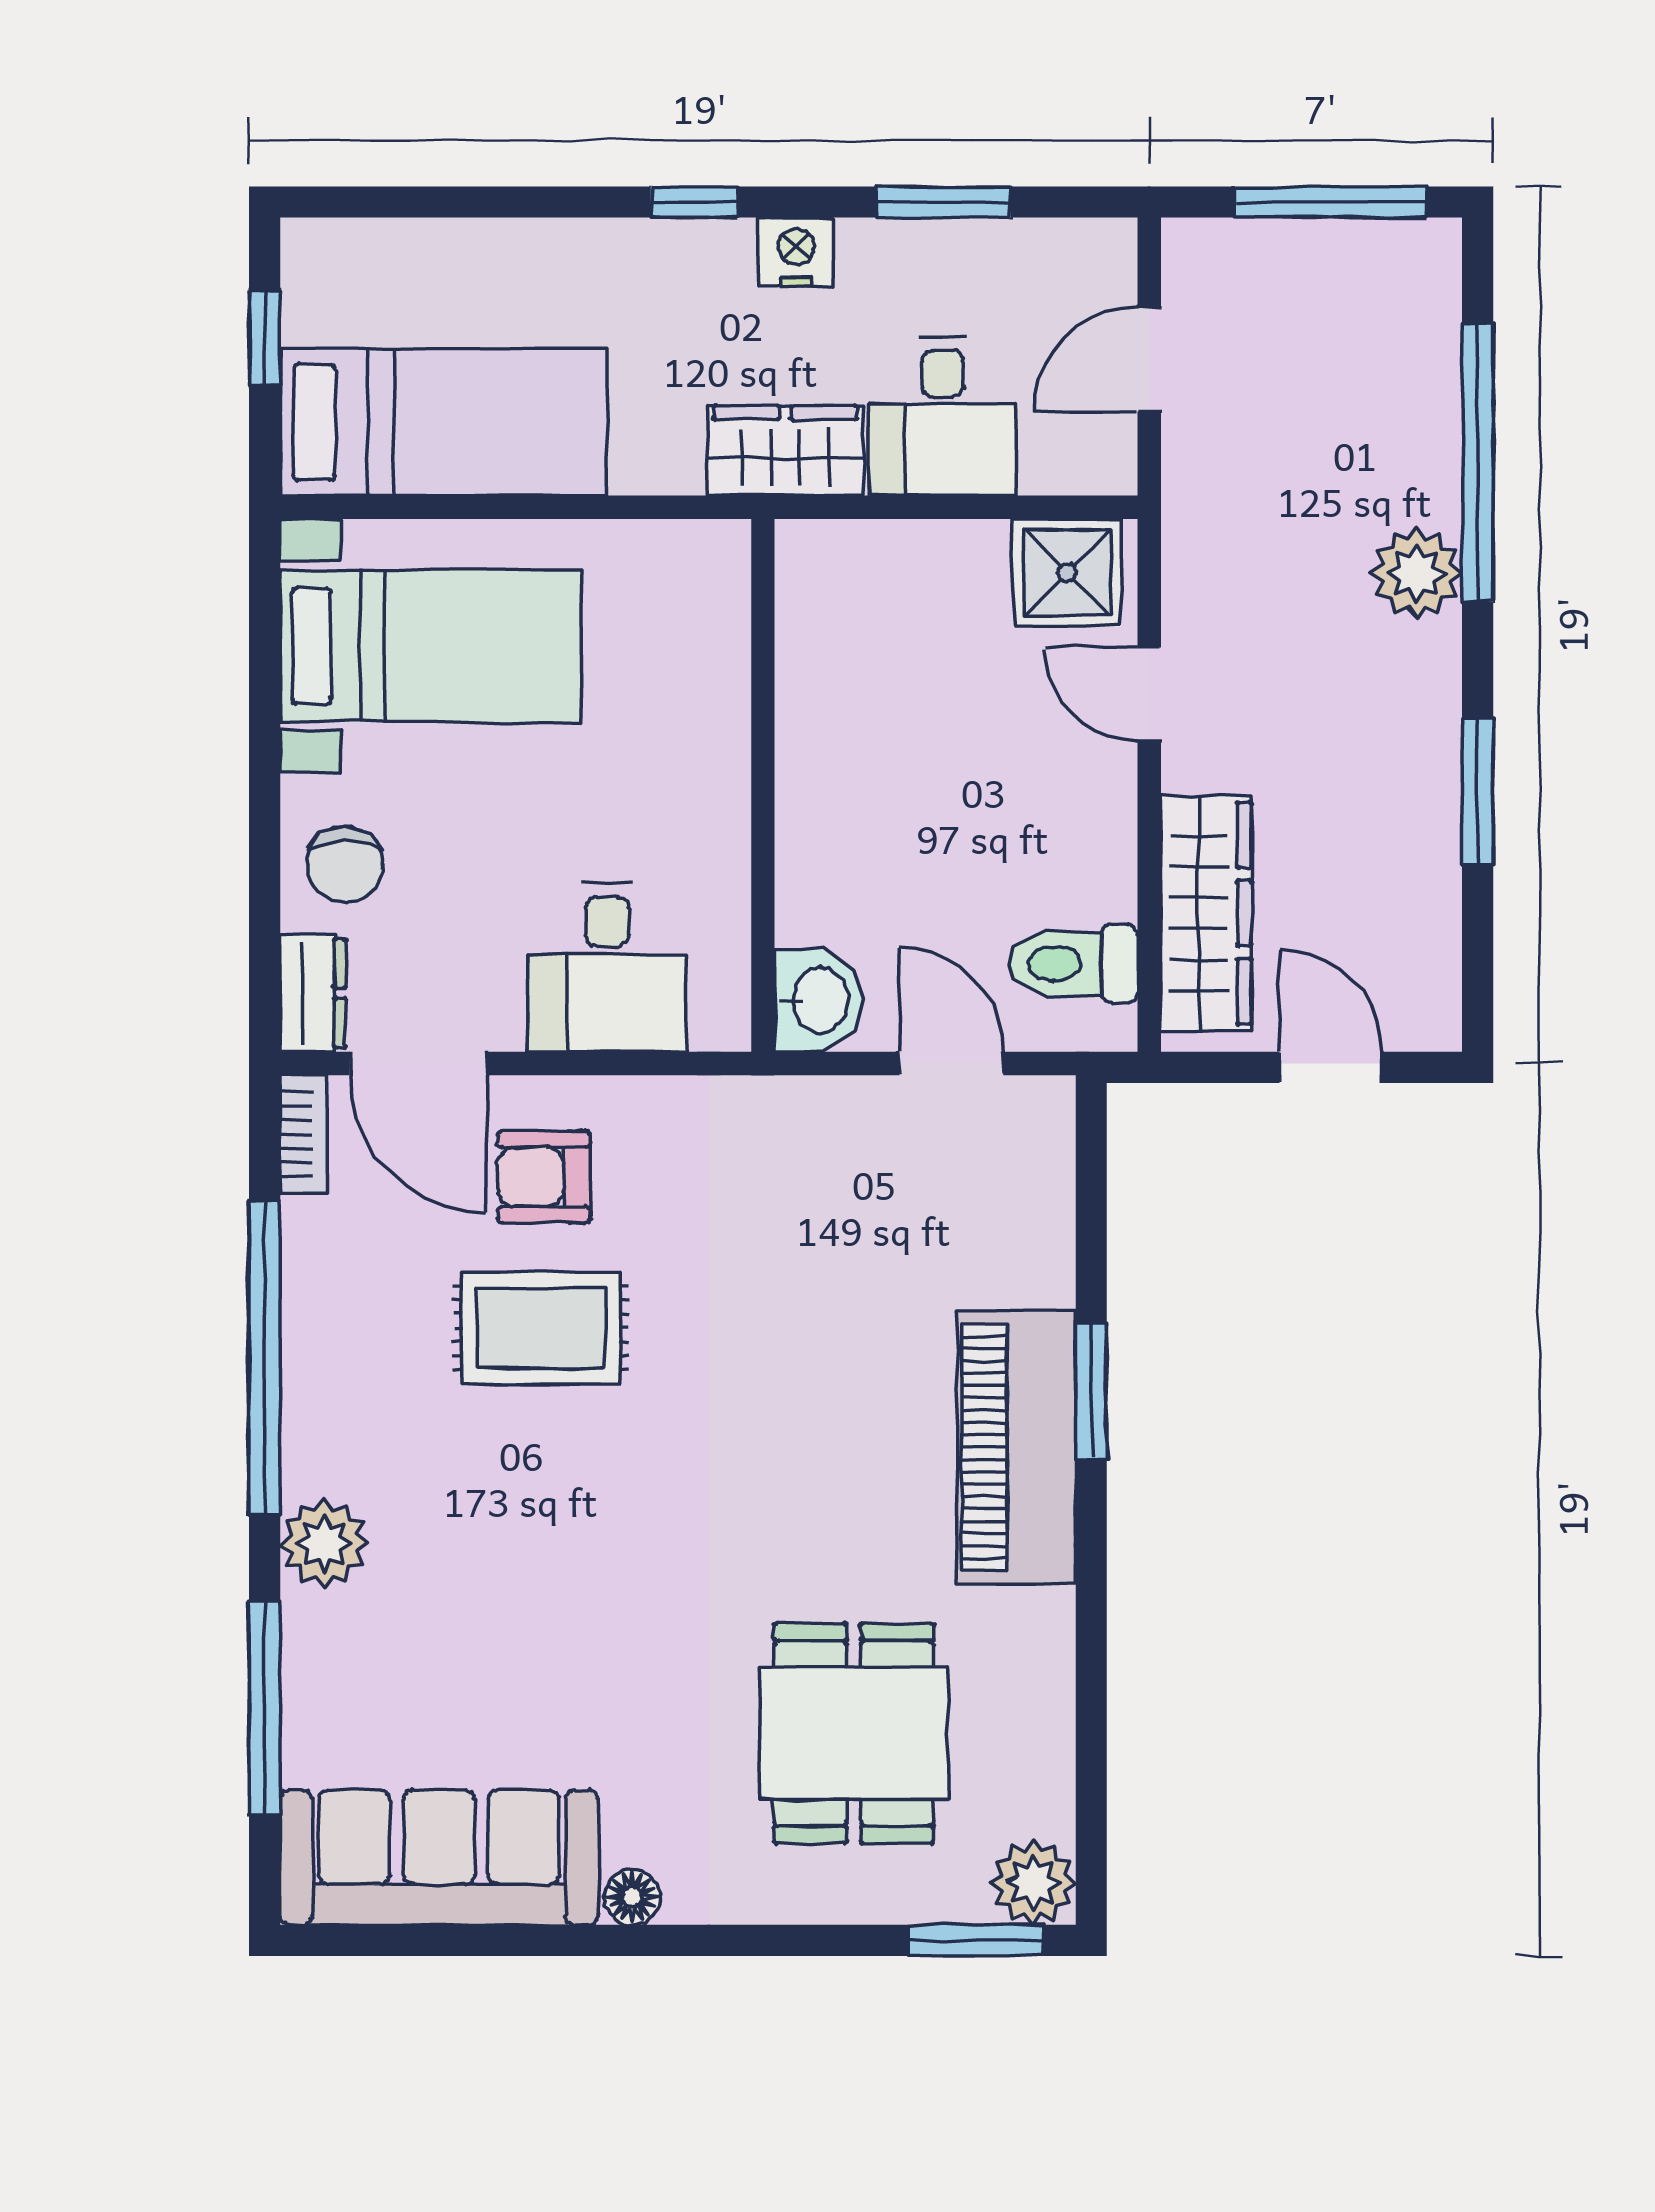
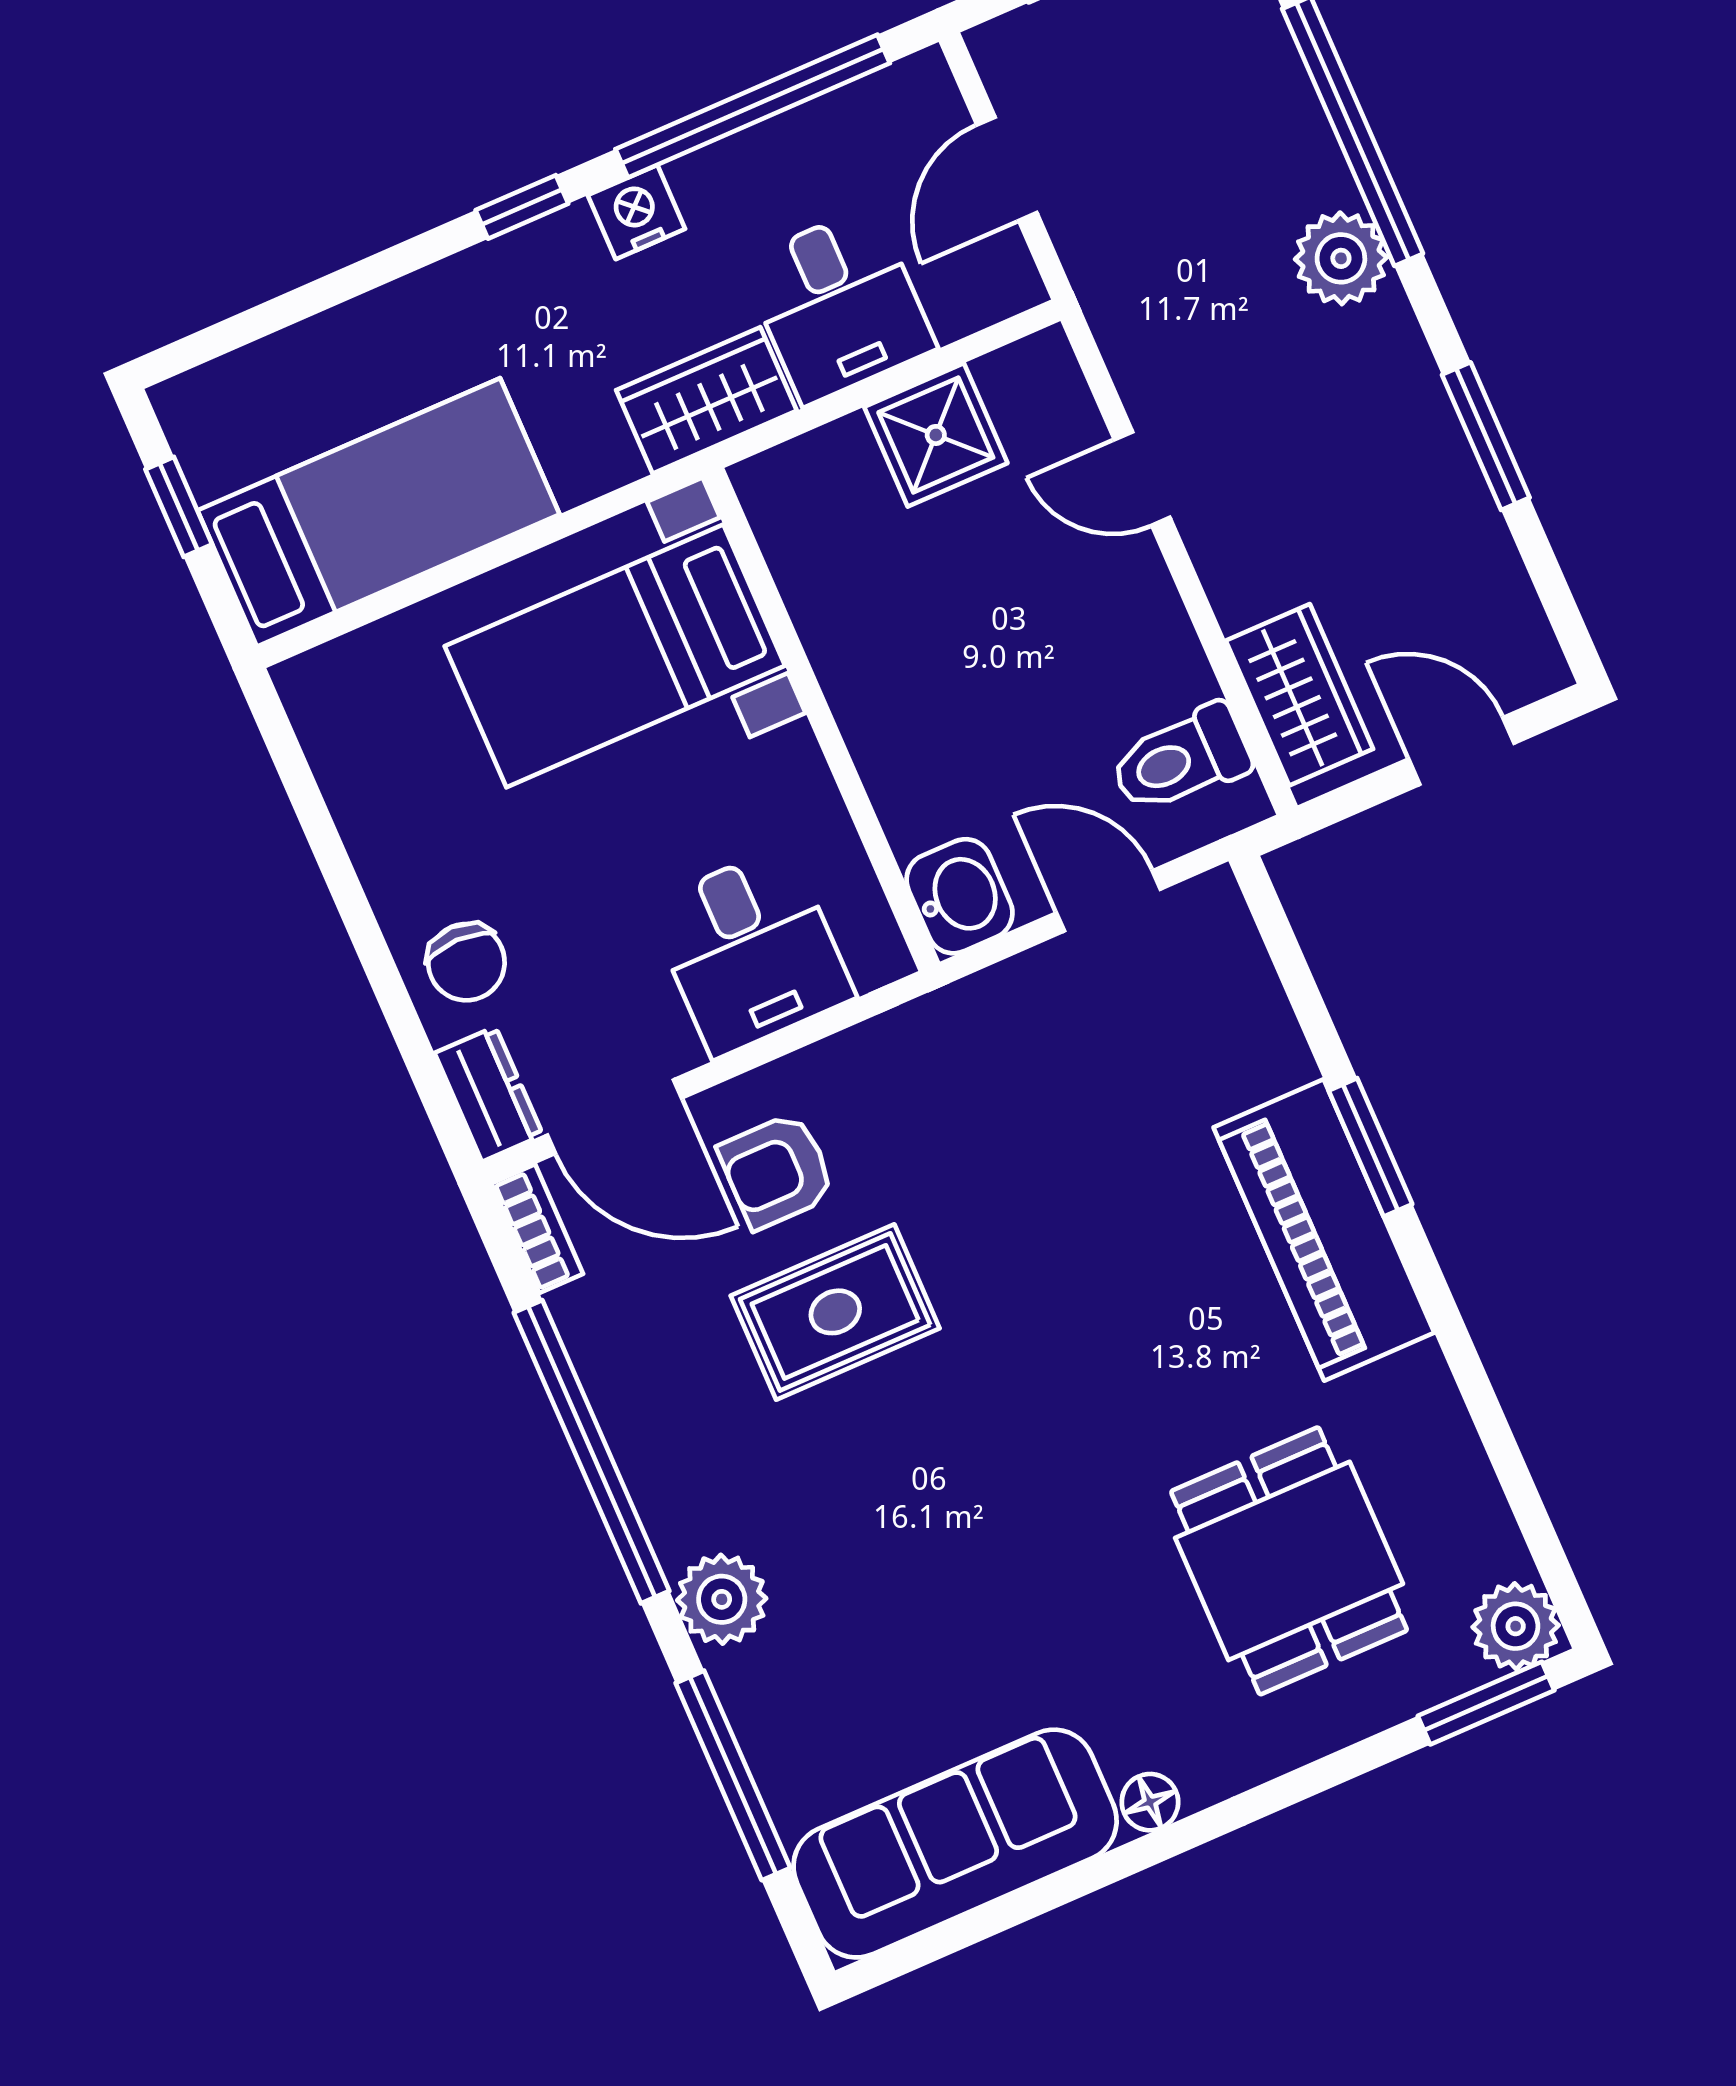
window: (944, 202) -> (753, 106), width x2.11
shower: (1067, 573) -> (936, 435), moved
bed with nightstands: (430, 646) -> (615, 656), moved, turned 180
wardrobe: (1206, 913) -> (1299, 695), width x0.67

